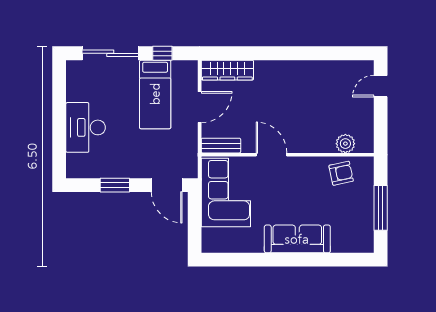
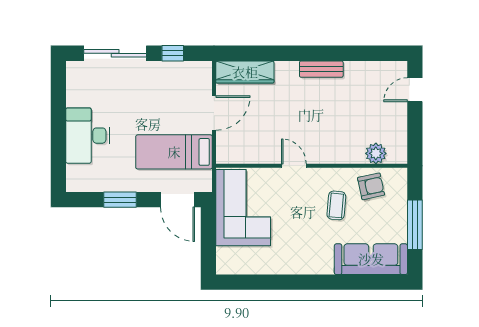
bed: (155, 94) -> (174, 152), moved, turned 90
bench: (221, 146) -> (321, 69), moved
door: (271, 155) -> (294, 166), width x0.73
coffee table: (310, 190) -> (336, 205), added
sofa: (297, 239) -> (371, 259), moved

